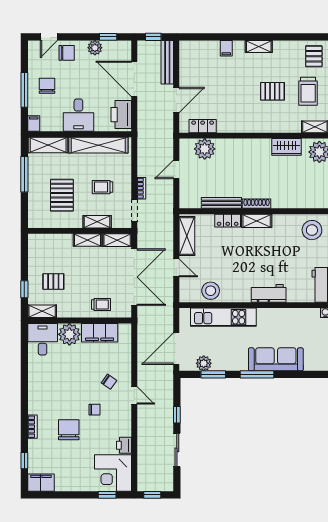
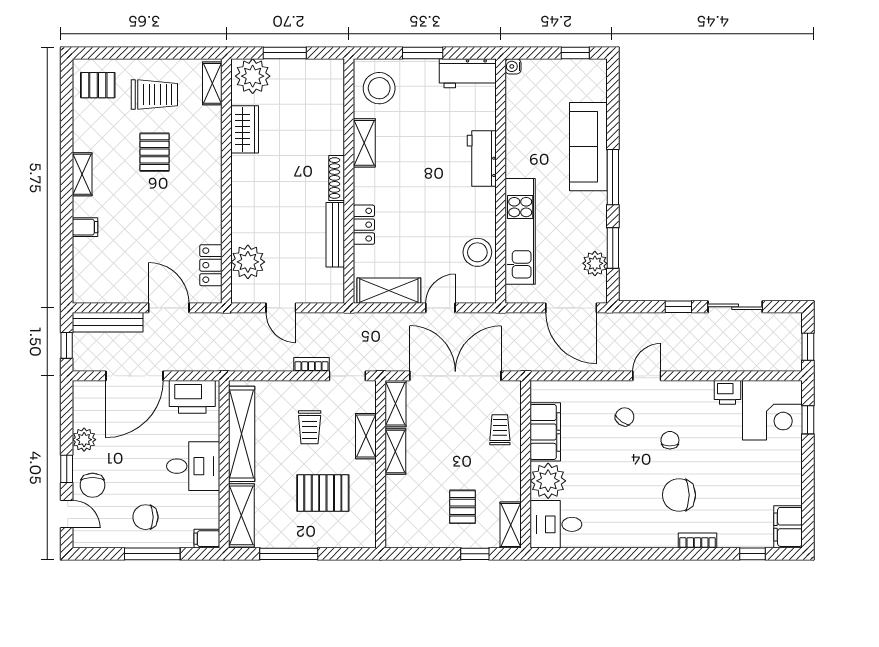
window: (108, 37) -> (67, 469), moved
chair: (67, 53) -> (93, 485), turned 180
shelving: (257, 221) -> (364, 143), moved
chair: (69, 430) -> (679, 495), moved

